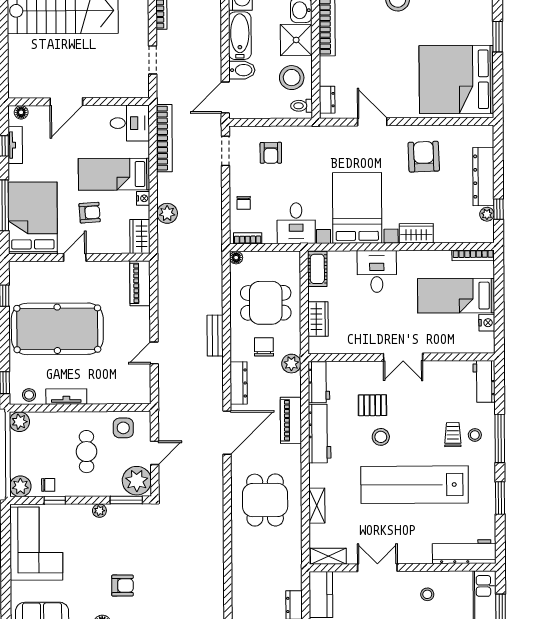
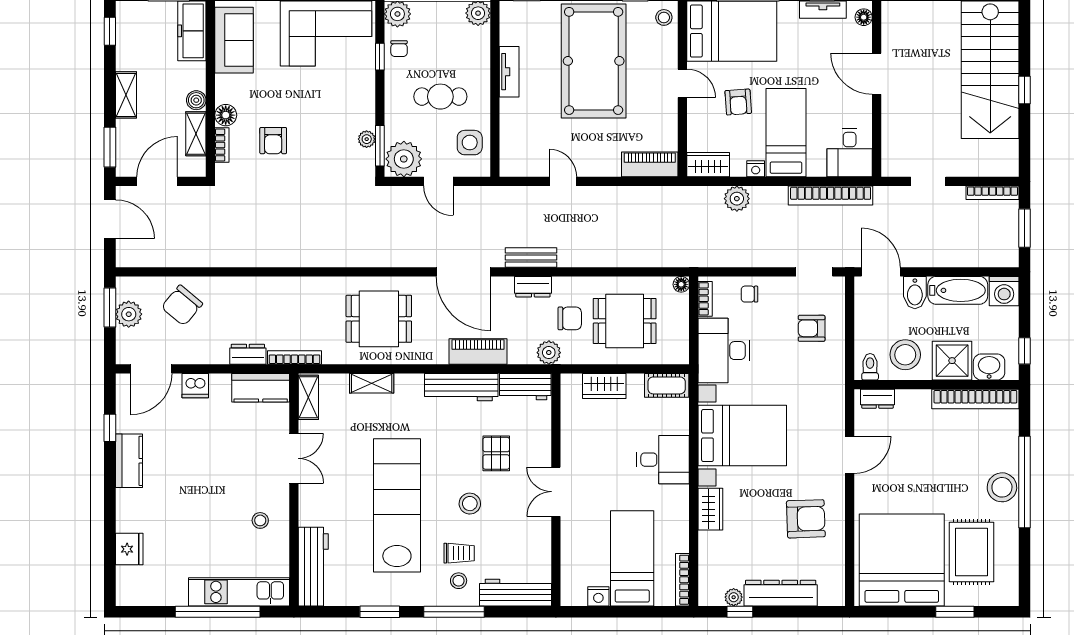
rug: (450, 24) -> (972, 552), added
desk: (296, 223) -> (724, 351), width x1.37
dining table: (266, 303) -> (625, 321), turned 90
bench: (215, 336) -> (531, 257), moved
workbench: (484, 381) -> (515, 593), width x1.38
dresser: (239, 383) -> (533, 287), width x0.70
stool: (29, 395) -> (664, 17), moved
stool: (381, 437) -> (470, 504), moved
plant: (99, 511) -> (367, 139), moved
bookcase: (296, 568) -> (294, 358), added

